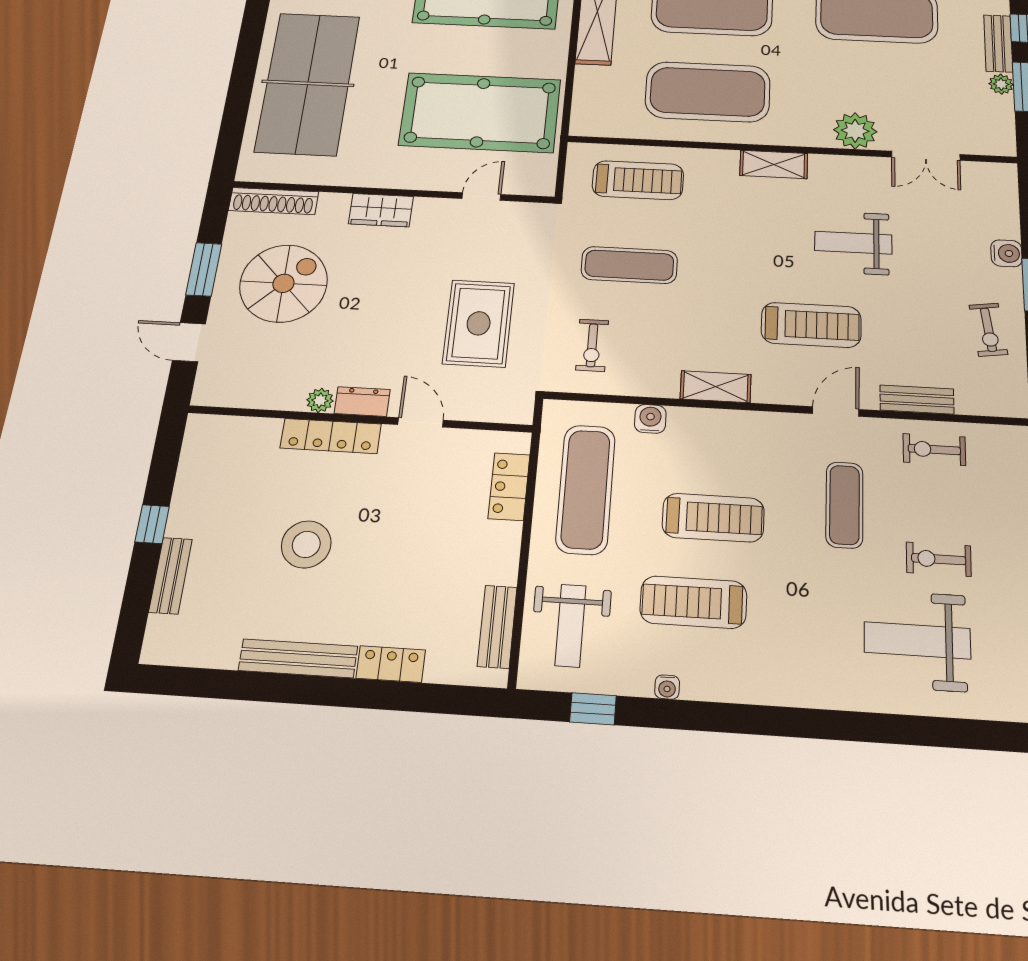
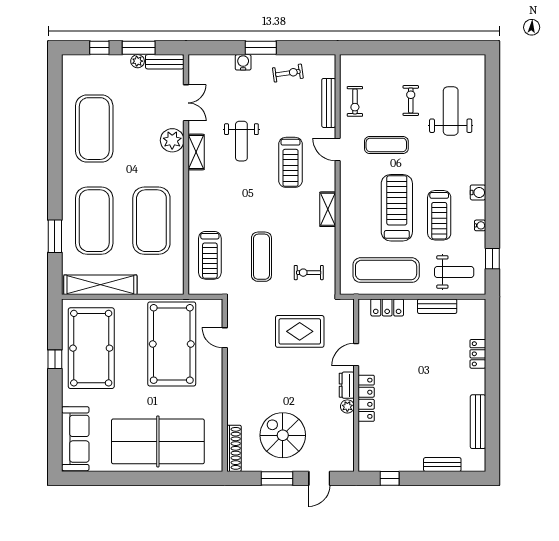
bench: (998, 43) -> (165, 62), moved
shelving: (774, 164) -> (196, 152), moved
treadmill: (638, 180) -> (210, 255), turned 180
wardrobe: (381, 210) -> (236, 390), removed
treadmill: (811, 325) -> (291, 162), turned 180
exercise bike: (592, 345) -> (309, 273), turned 180
bench: (917, 400) -> (329, 103), width x1.36
water cooler: (650, 419) -> (478, 192), moved, turned 180
treadmill: (713, 518) -> (397, 208), width x1.37, depth x1.38
window: (152, 524) -> (390, 478), moved
stool: (306, 544) -> (423, 402), removed
exercise bike: (939, 559) -> (411, 100), turned 180
bench: (497, 627) -> (437, 306), moved
weight bench: (917, 640) -> (451, 111), turned 180
bench: (298, 658) -> (478, 422), moved

